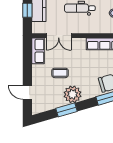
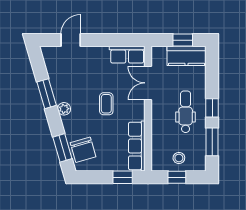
coffee table: (60, 73) -> (106, 104), moved
plant: (73, 94) -> (64, 109), width x0.53, depth x0.53

